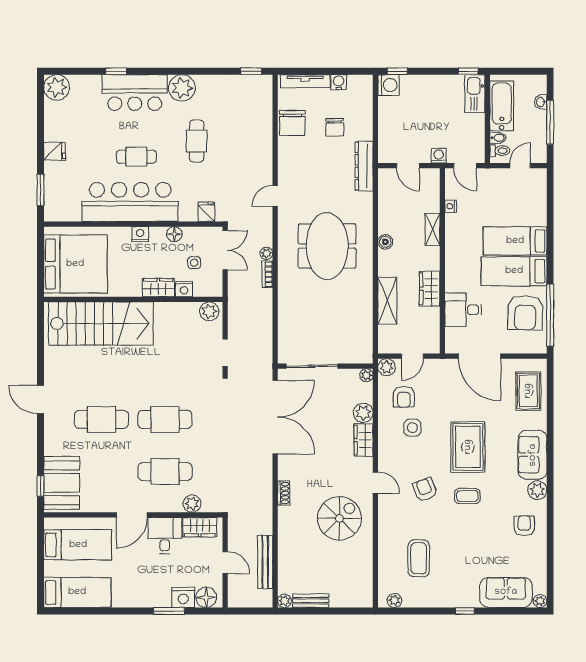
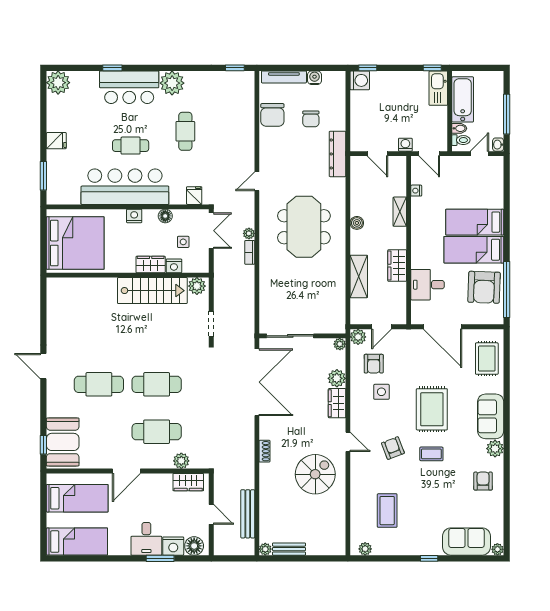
washbasin: (541, 102) -> (498, 145), moved
stairs: (101, 324) -> (152, 291), moved, width x0.73, depth x0.66
desk: (165, 536) -> (146, 539), moved, turned 180

